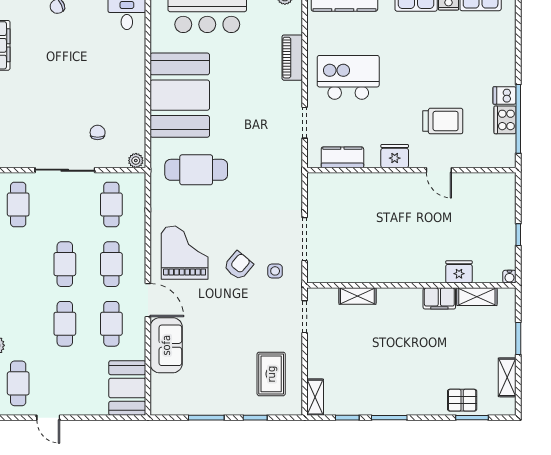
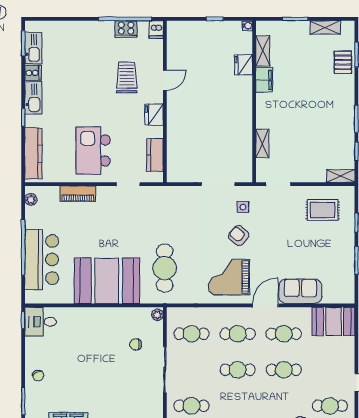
dishwasher: (505, 95) -> (156, 30), moved

